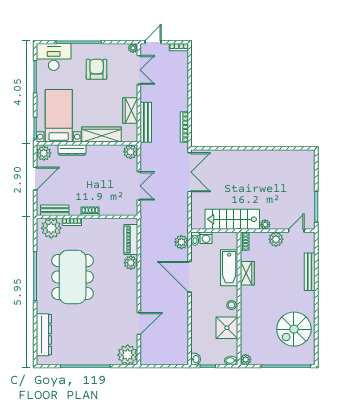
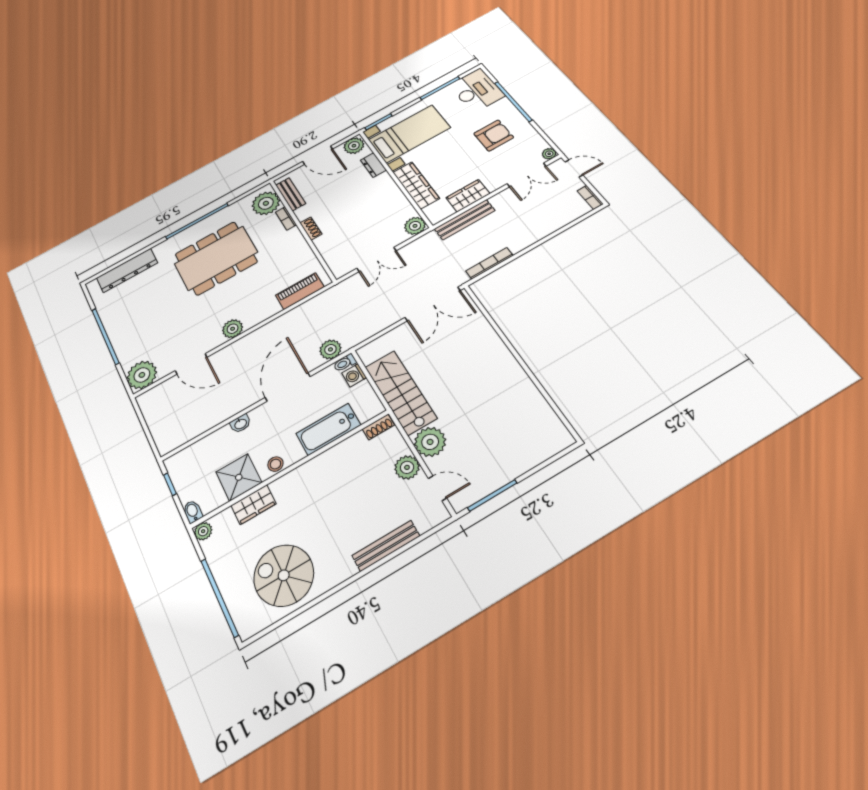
dresser: (72, 150) -> (373, 165), width x0.70
plant: (265, 224) -> (430, 442), width x1.88, depth x1.88
plant: (131, 263) -> (233, 329), moved
wardrobe: (247, 273) -> (253, 505), moved
washbasin: (196, 359) -> (240, 424), moved

